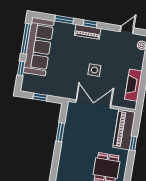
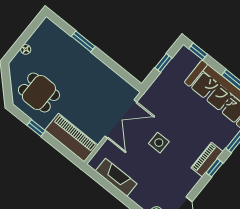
window: (21, 68) -> (198, 51), moved
window: (60, 132) -> (83, 41), moved
window: (133, 143) -> (36, 128), moved

